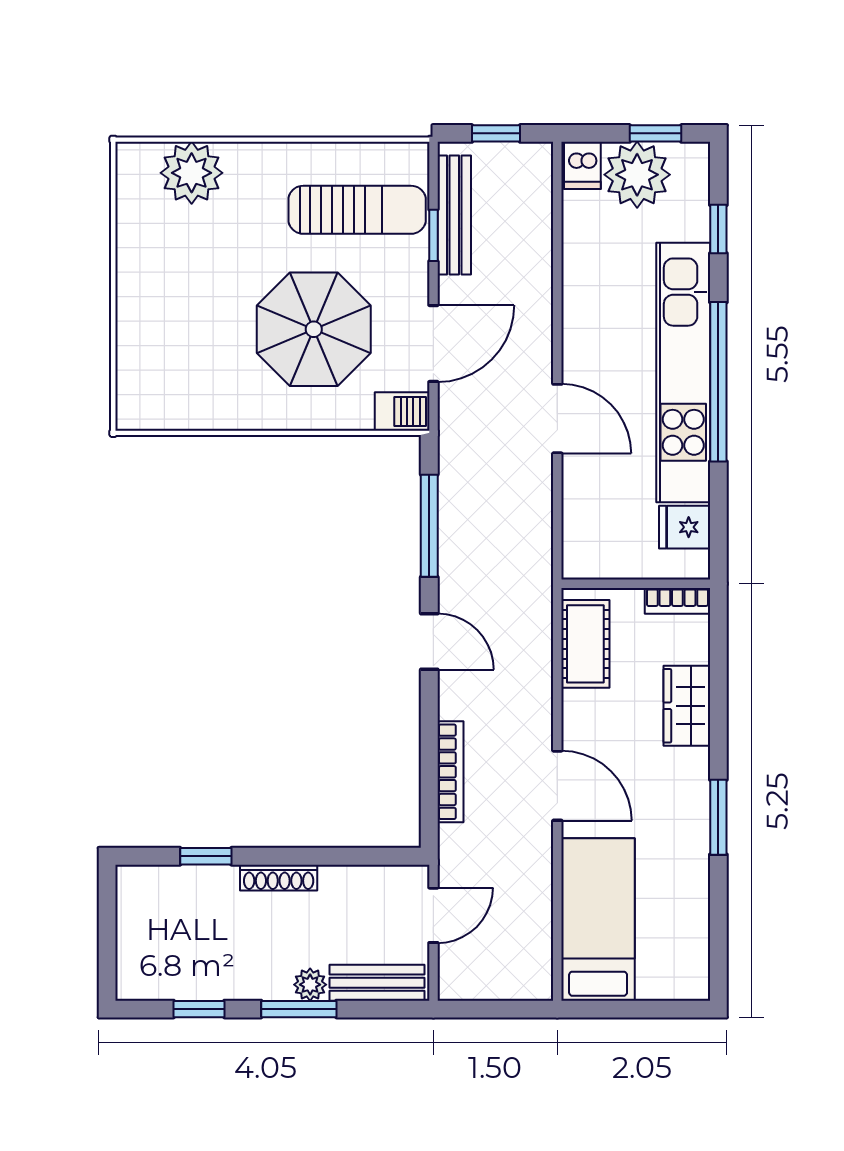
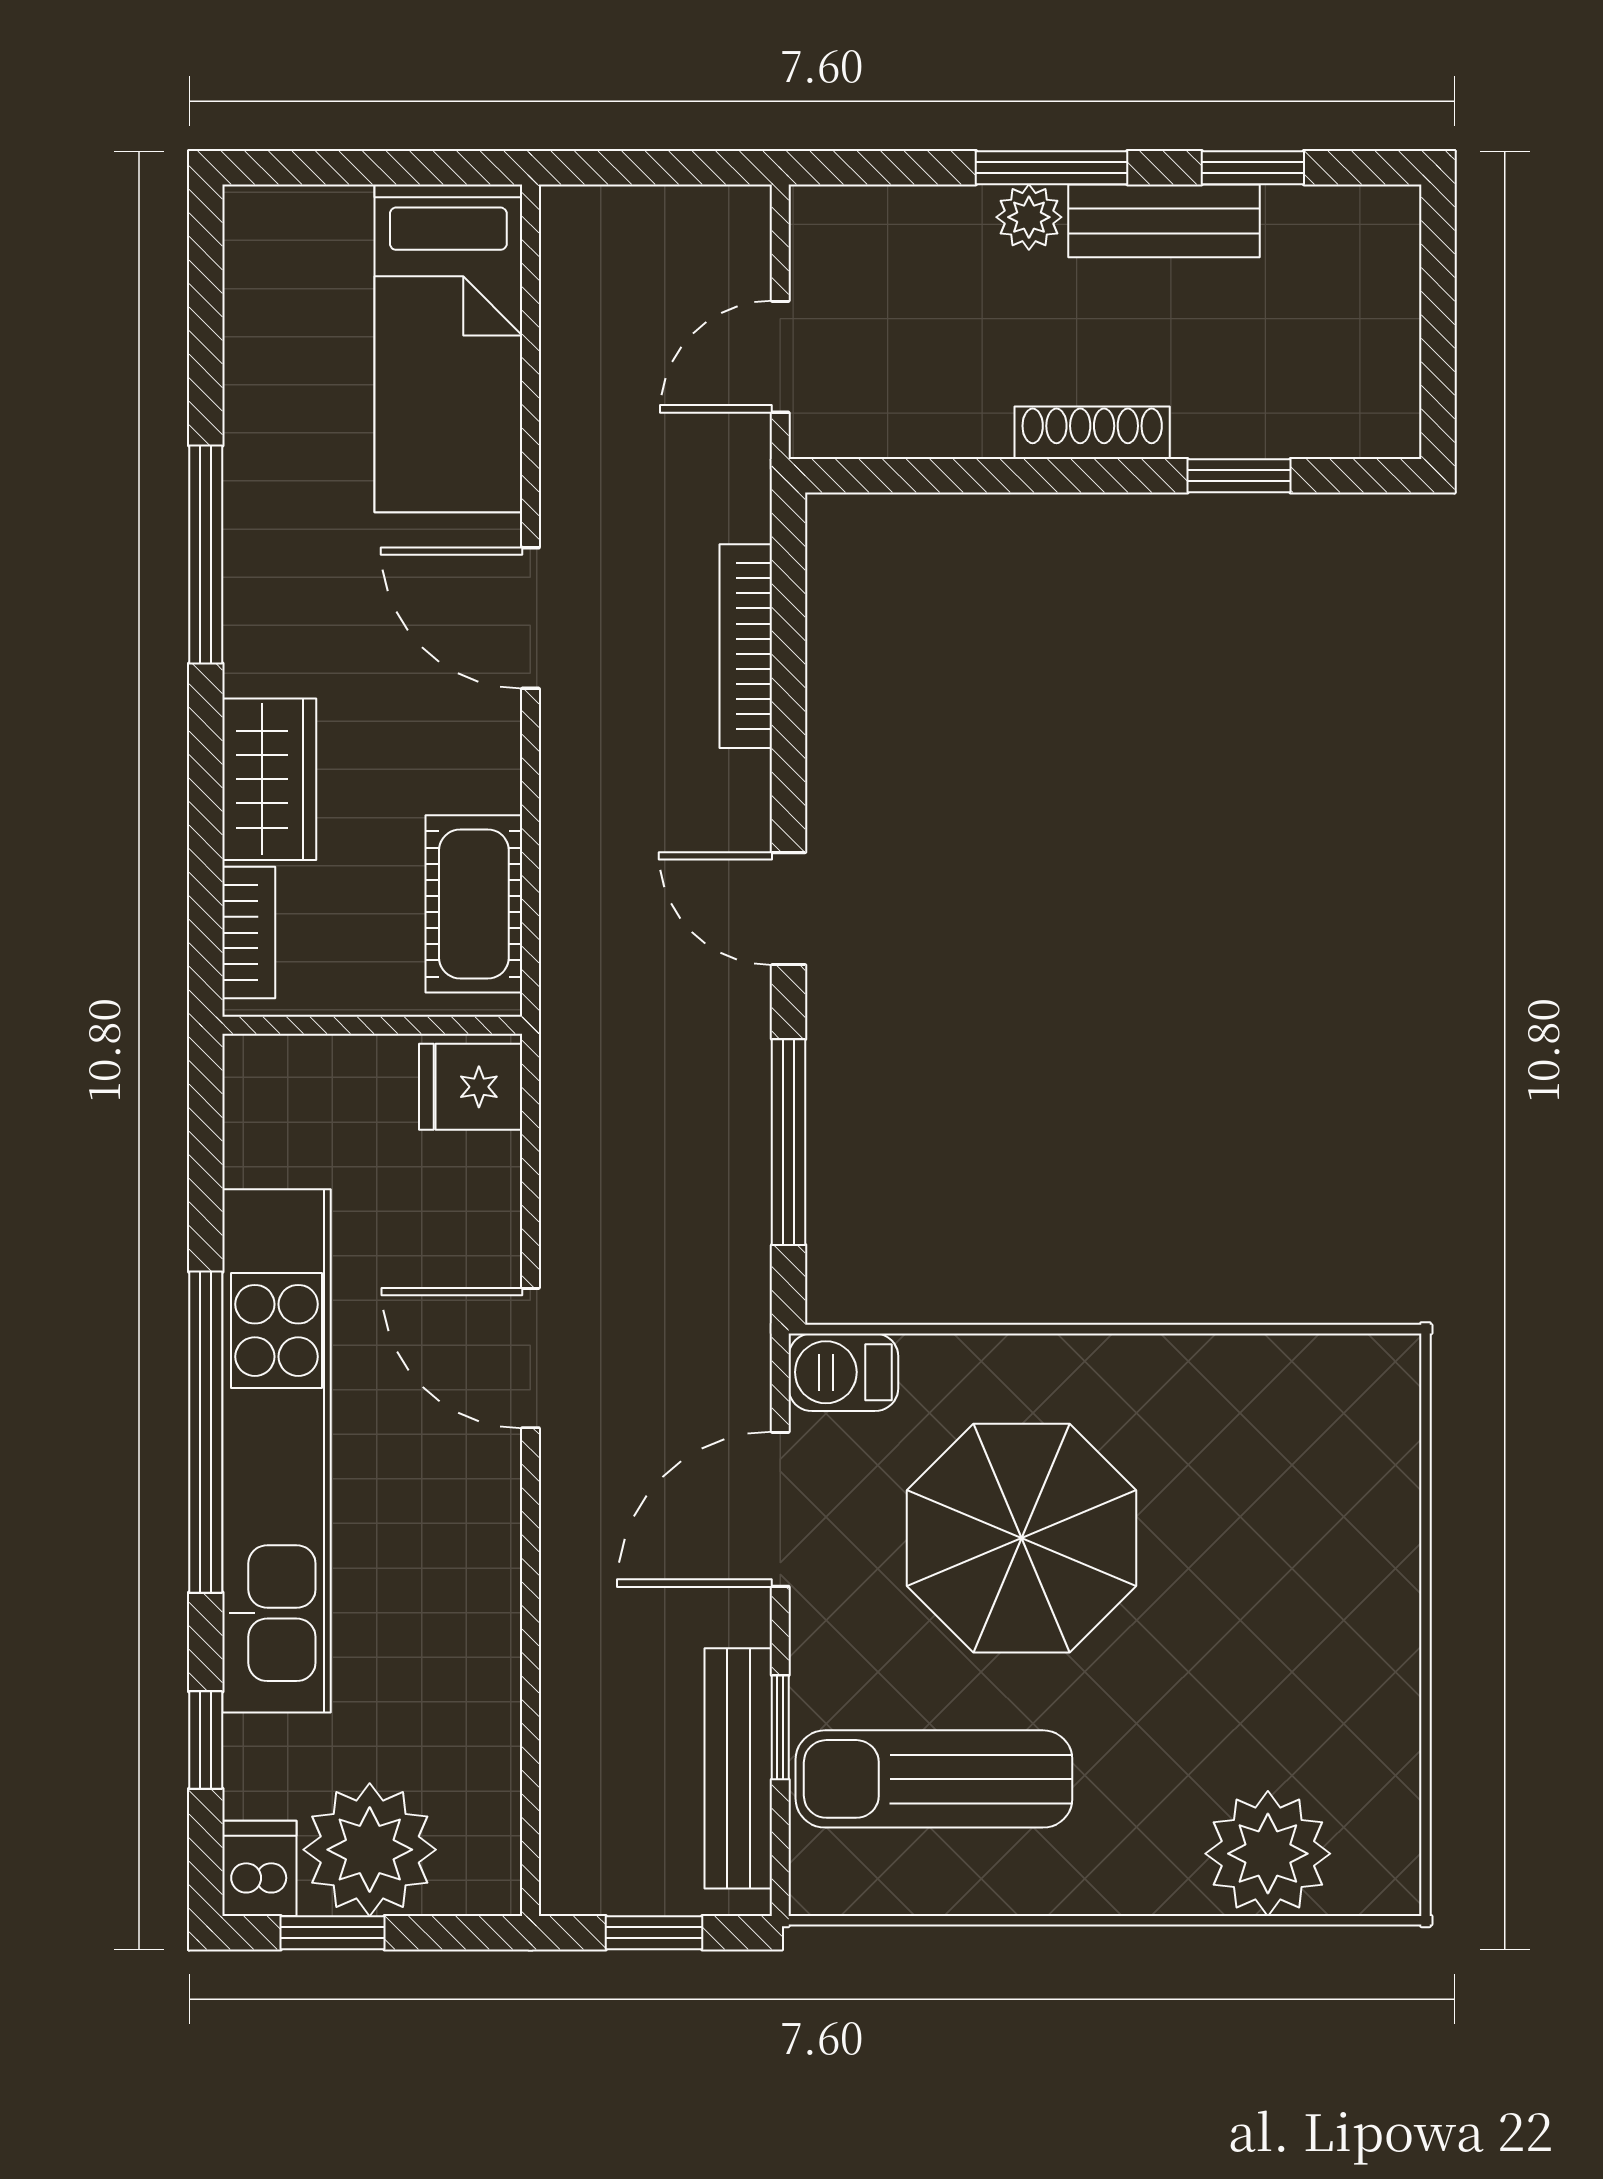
dishwasher: (582, 165) -> (259, 1868), moved
fridge: (685, 527) -> (471, 1087), moved, turned 180
bookcase: (677, 601) -> (249, 933), moved, turned 90
window: (718, 817) -> (206, 555), width x1.44
bench: (377, 983) -> (1164, 221), moved

